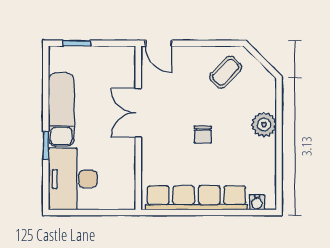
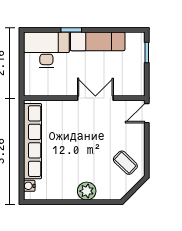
chair: (203, 134) -> (79, 146), removed

